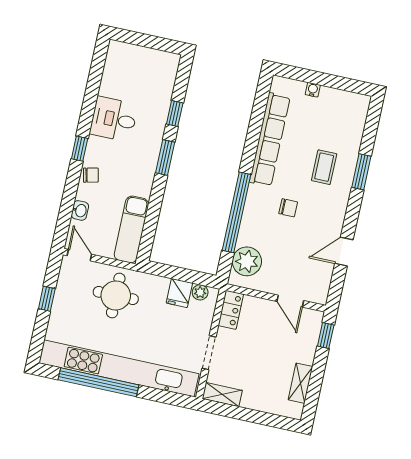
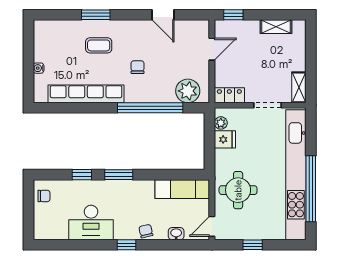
chair: (159, 63) -> (44, 196), added
desk: (114, 119) -> (91, 222), width x1.37

